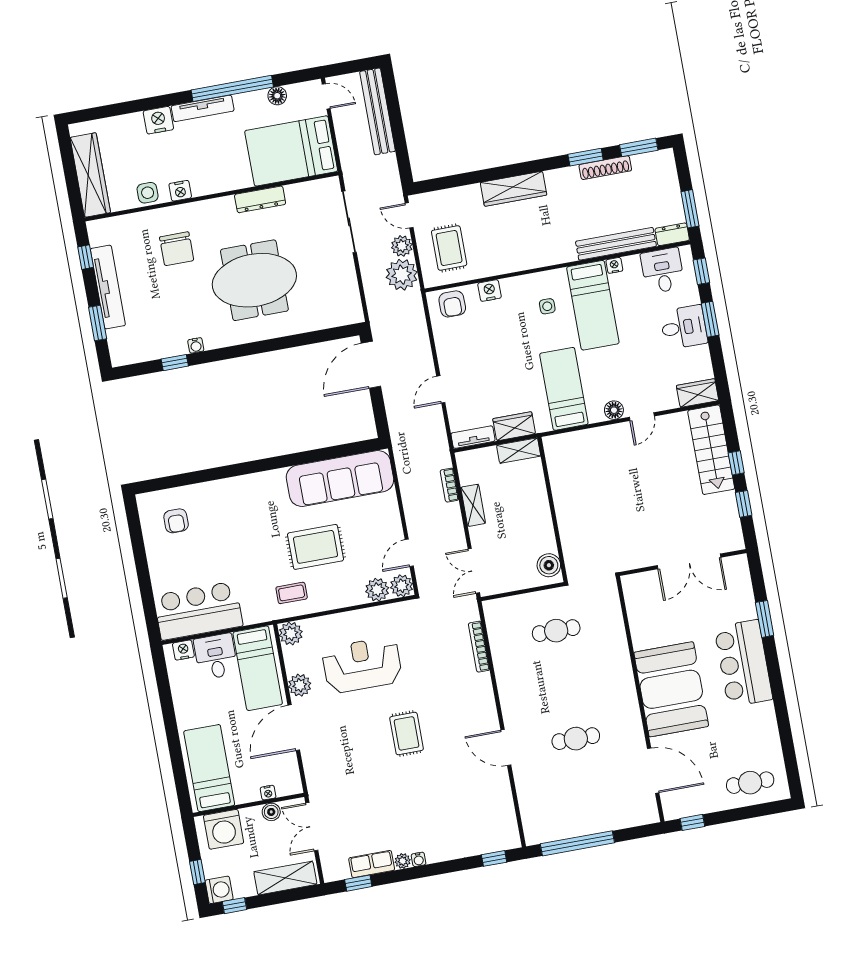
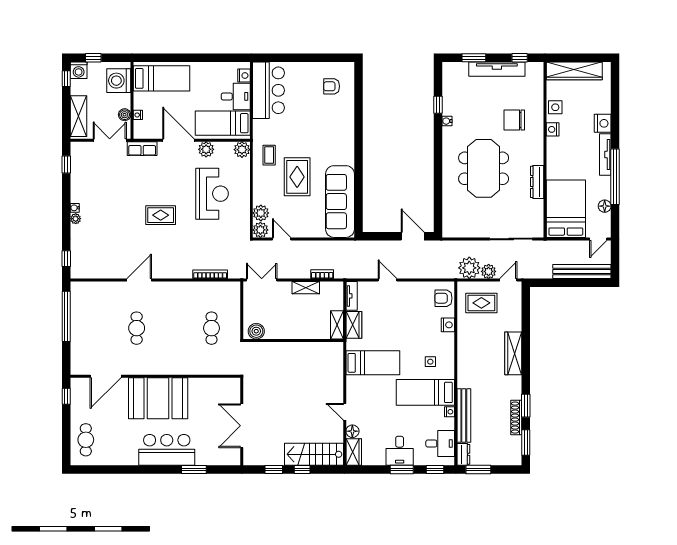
door: (371, 365) -> (413, 236), width x0.73
floor lamp: (614, 410) -> (352, 431), moved
plant: (403, 861) -> (76, 219), moved
row of seats: (372, 864) -> (142, 149), moved, turned 90

